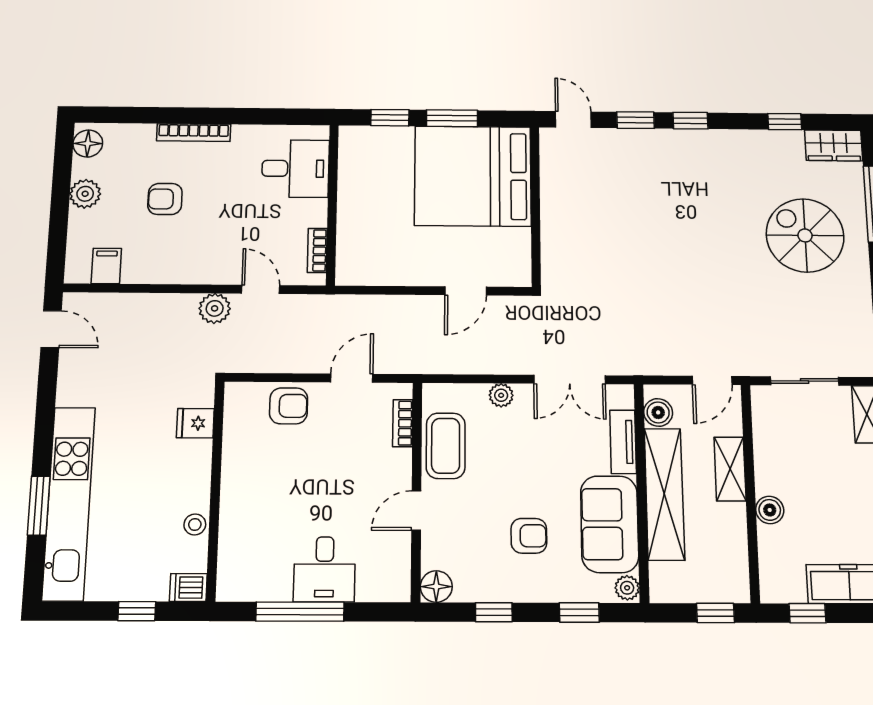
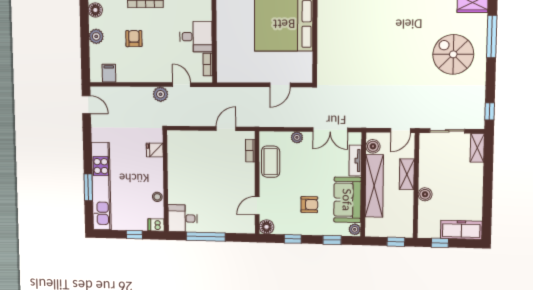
desk: (295, 168) -> (196, 37), moved
armchair: (165, 199) -> (134, 39), turned 90
armchair: (289, 406) -> (197, 142), removed
door: (416, 511) -> (257, 206), moved
desk: (324, 569) -> (183, 218), moved, turned 90

